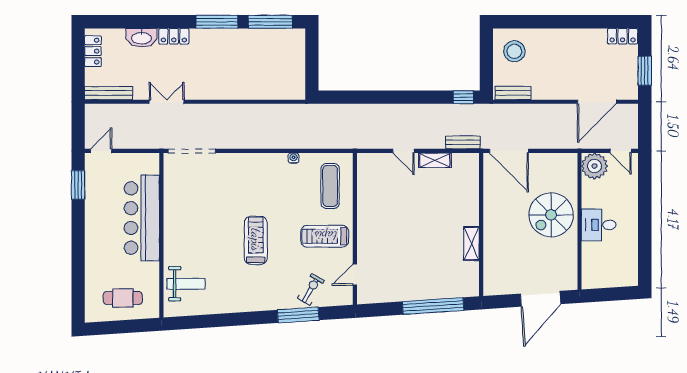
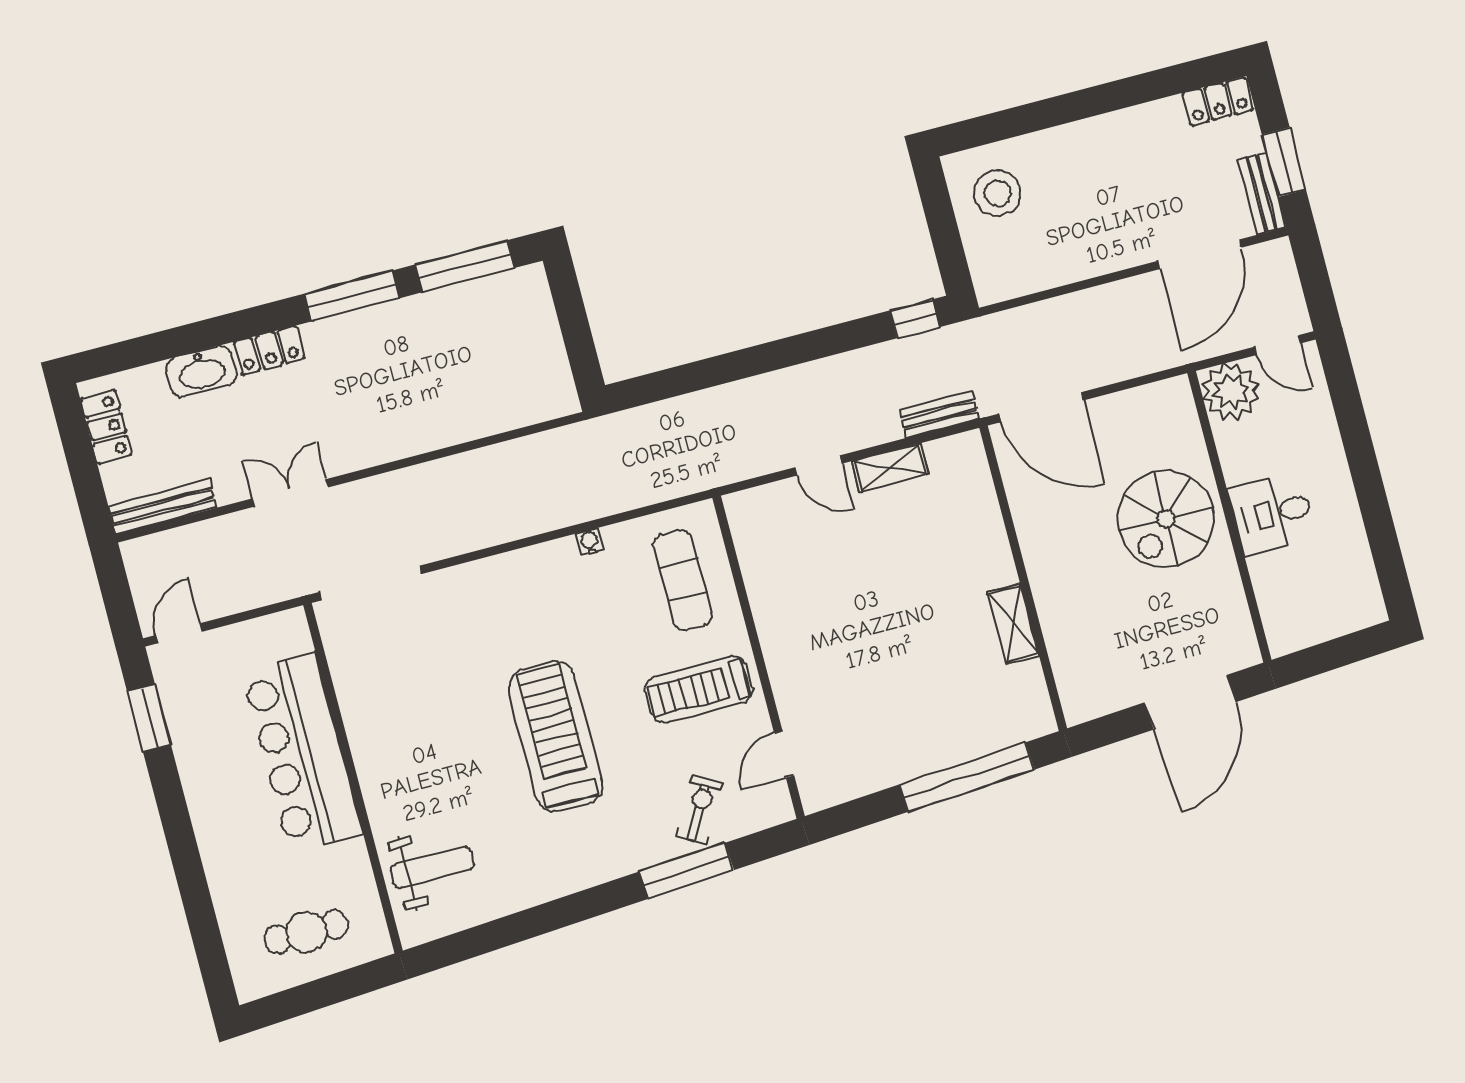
bench: (513, 93) -> (1262, 193), moved, turned 90
treadmill: (256, 240) -> (556, 736), width x1.37, depth x1.37

